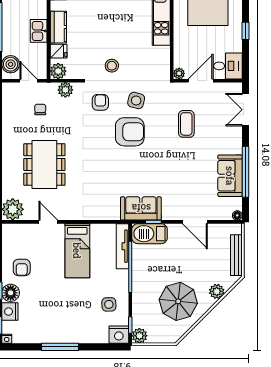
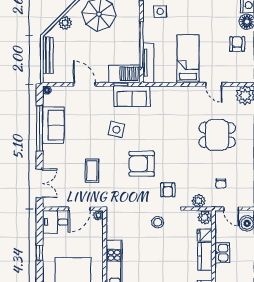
side table: (136, 101) -> (116, 130), moved
dining table: (44, 164) -> (217, 135), width x0.73

